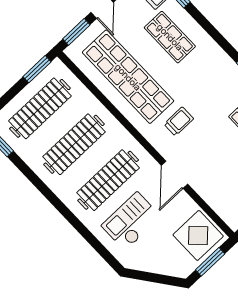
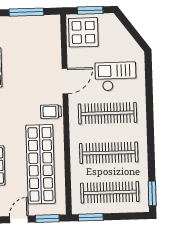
trolley: (179, 121) -> (51, 112), moved
checkout: (131, 221) -> (116, 76), turned 180

